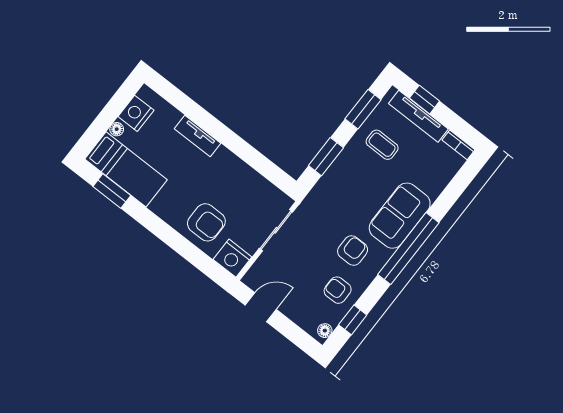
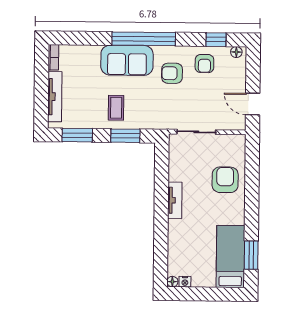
window: (424, 100) -> (41, 101), removed
nightstand: (136, 113) -> (185, 282), width x0.53, depth x0.56
floor lamp: (117, 129) -> (172, 282), moved
tv unit: (198, 136) -> (175, 200), moved
coffee table: (382, 145) -> (116, 108), moved
nightstand: (232, 258) -> (235, 146), removed

